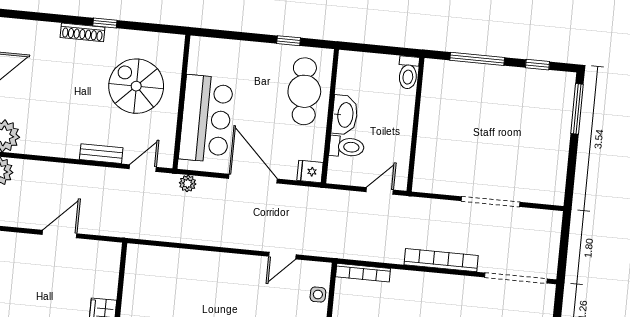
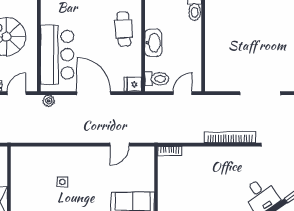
cafe table: (304, 91) -> (124, 29), width x0.73, depth x0.74
toilet: (347, 147) -> (157, 79), moved
bookcase: (363, 273) -> (170, 151), width x0.64
side table: (318, 295) -> (62, 182), moved

